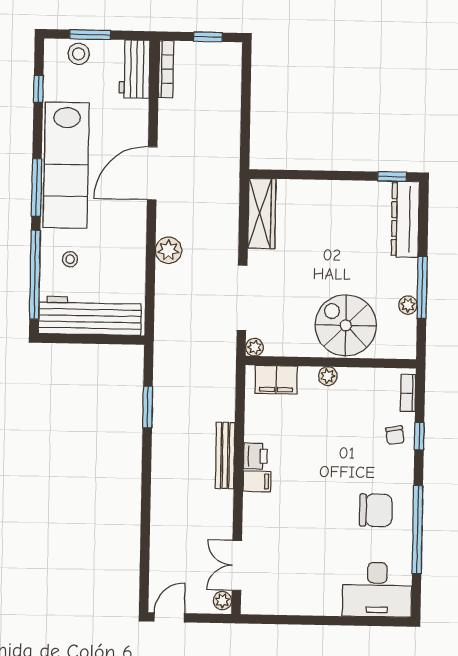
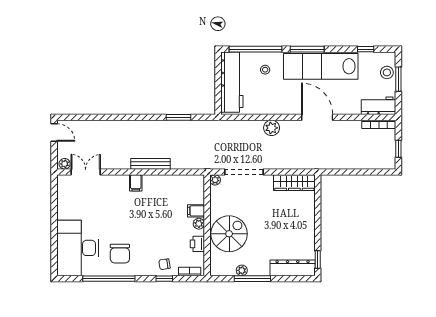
filing cabinet: (276, 380) -> (196, 211), moved, width x0.50
printer: (255, 456) -> (197, 244), moved, turned 90
desk: (377, 590) -> (78, 248), width x1.36, depth x1.30

